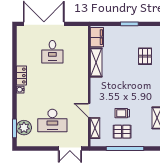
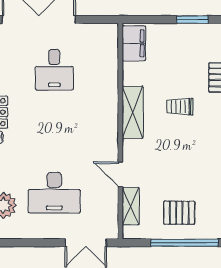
shelving: (96, 62) -> (133, 112), moved
trolley: (122, 113) -> (180, 107), moved

